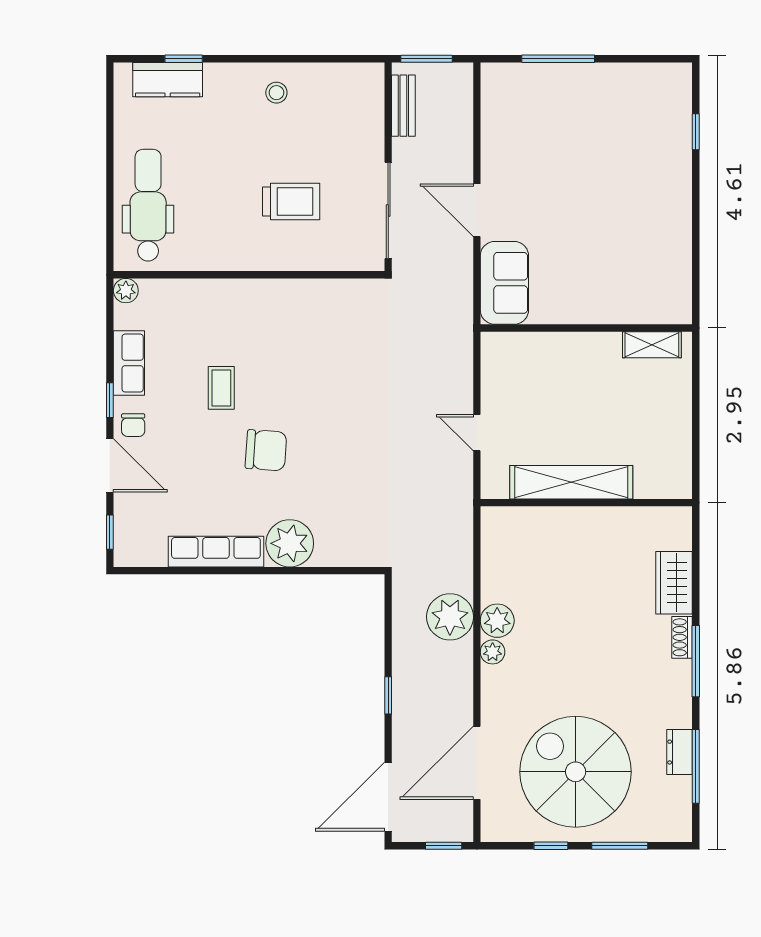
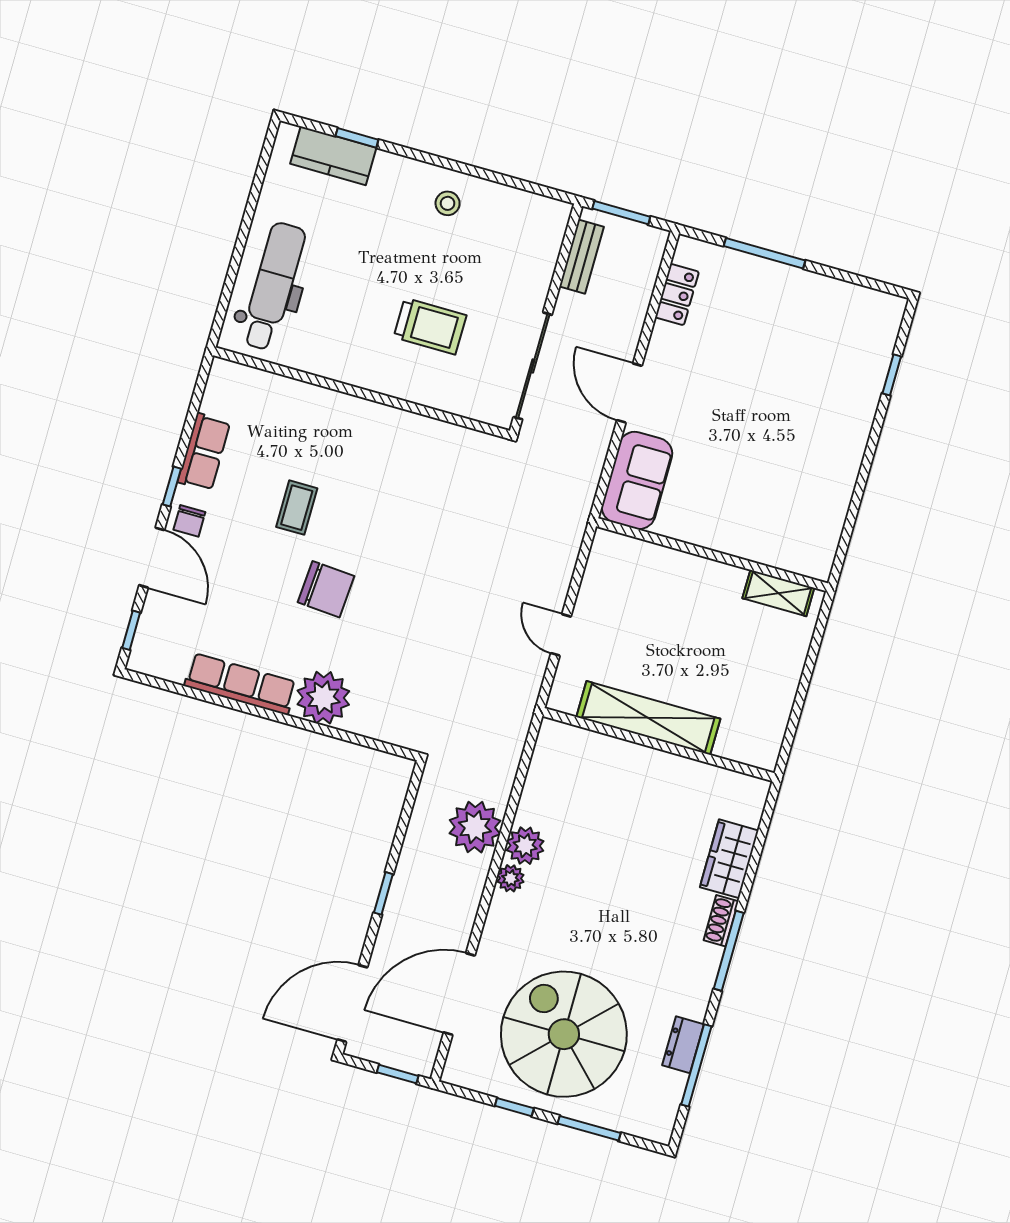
locker: (494, 115) -> (677, 294), added
plant: (126, 291) -> (223, 372), removed

